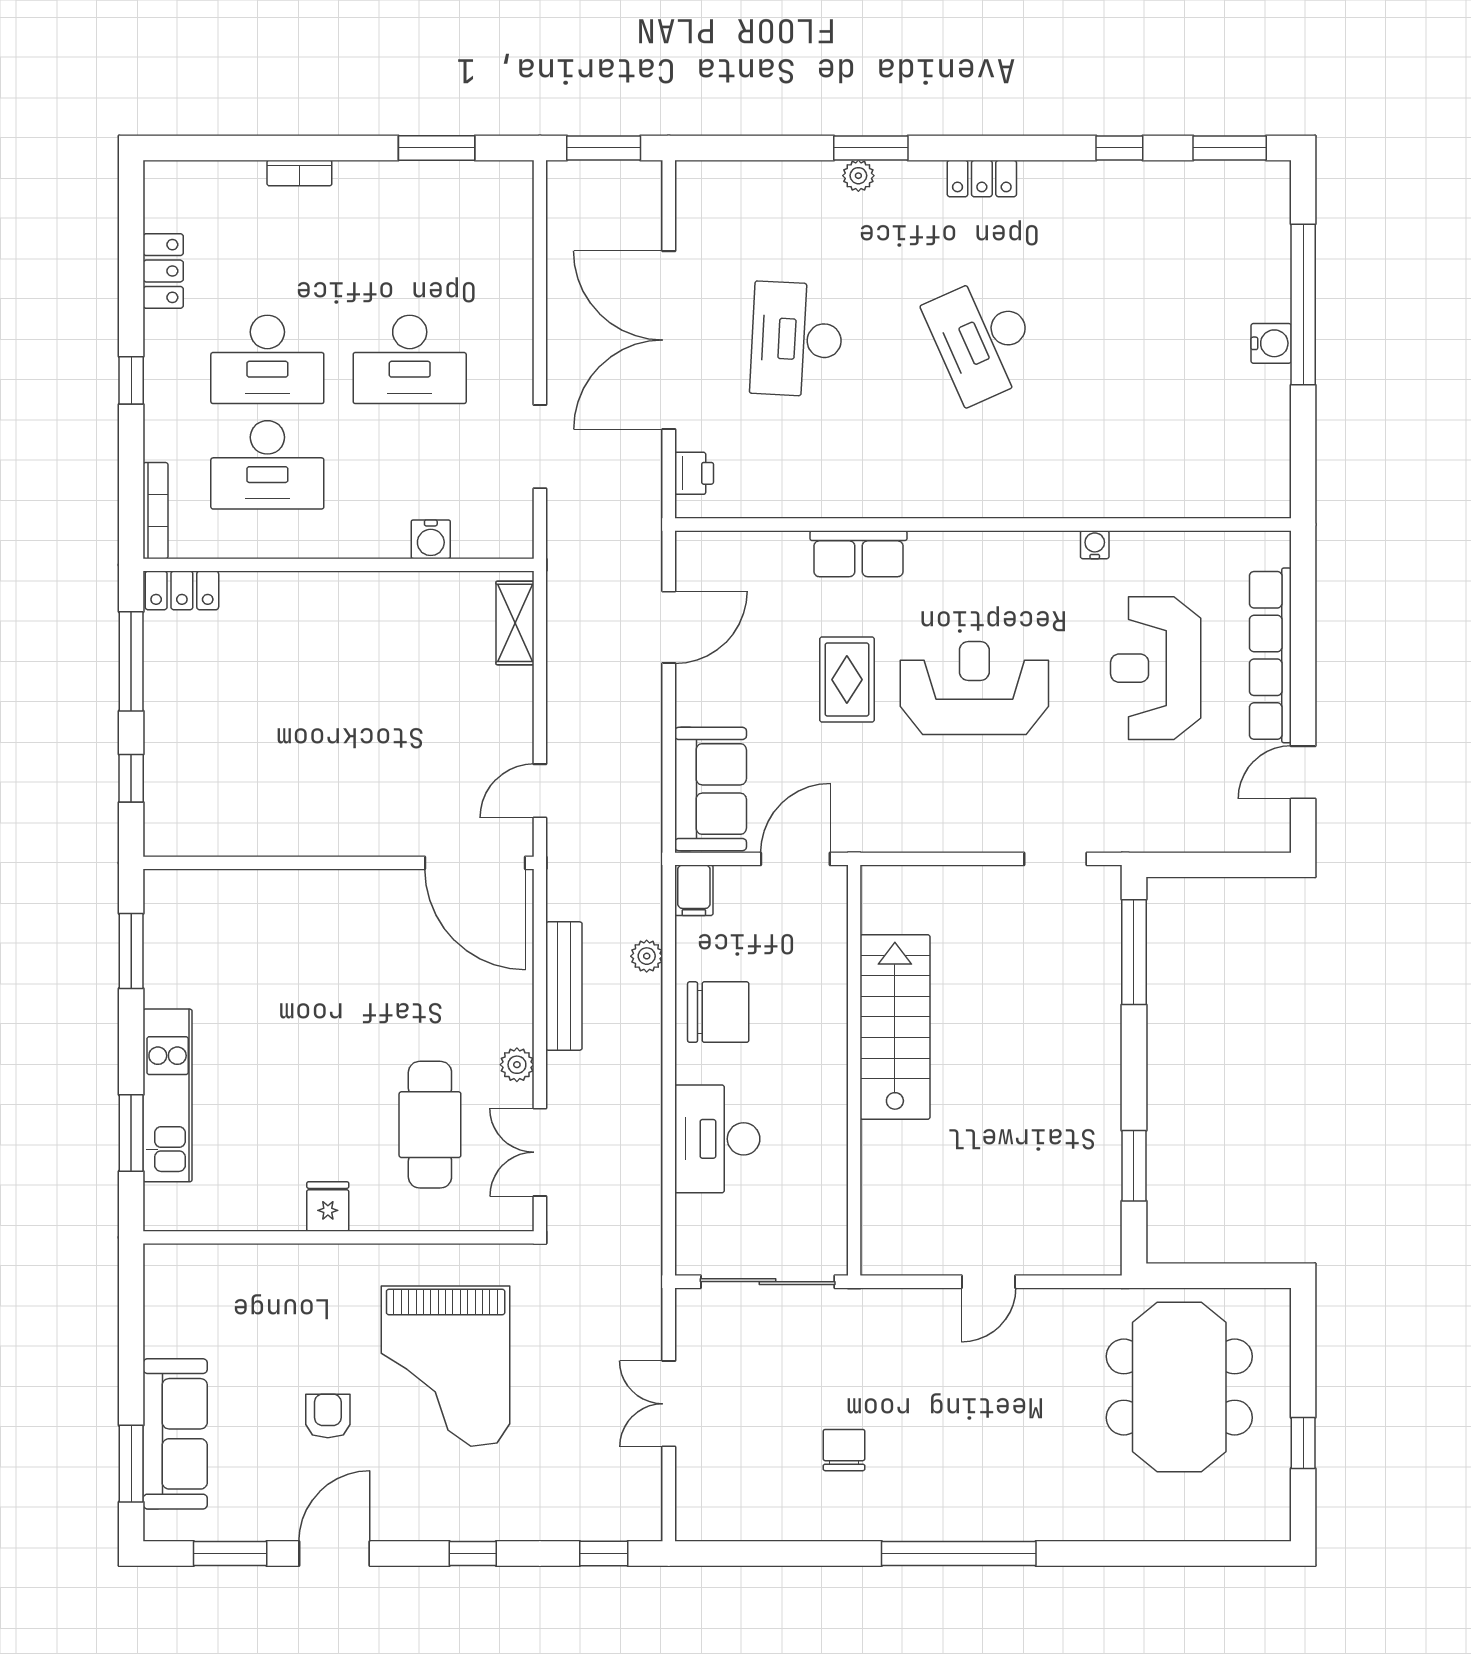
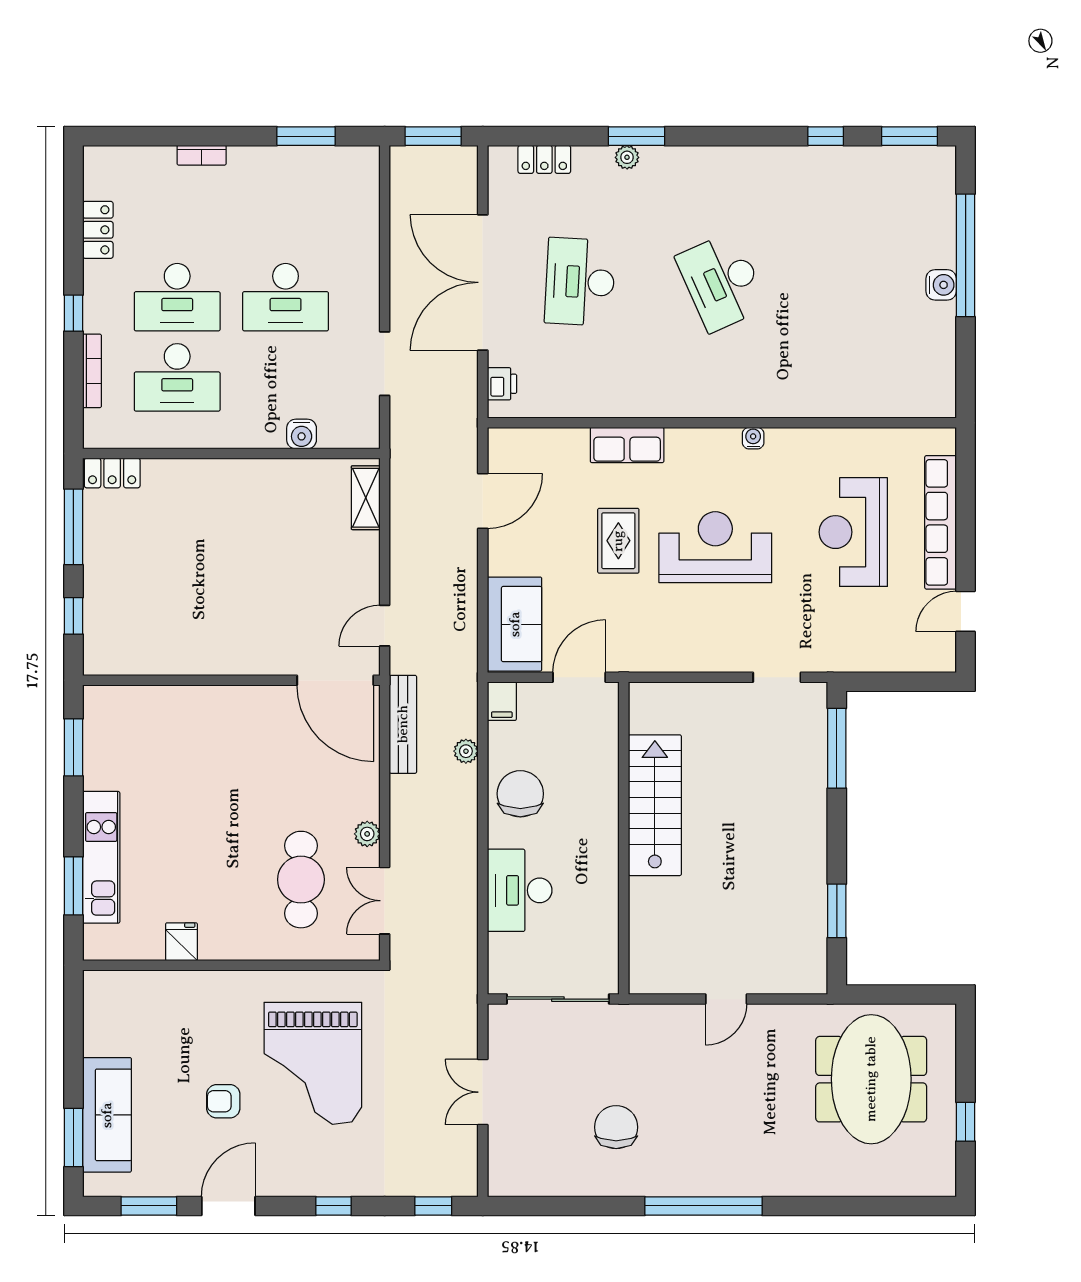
locker: (982, 178) -> (544, 159), moved
bookcase: (156, 511) -> (92, 371), moved
water cooler: (1095, 545) -> (753, 438), moved
bench: (564, 986) -> (403, 724), moved
chair: (718, 1012) -> (520, 794), turned -90
fridge: (328, 1206) -> (181, 942), moved
armchair: (328, 1416) -> (223, 1101), turned -90
chair: (844, 1450) -> (616, 1127), width x1.37, depth x1.37

